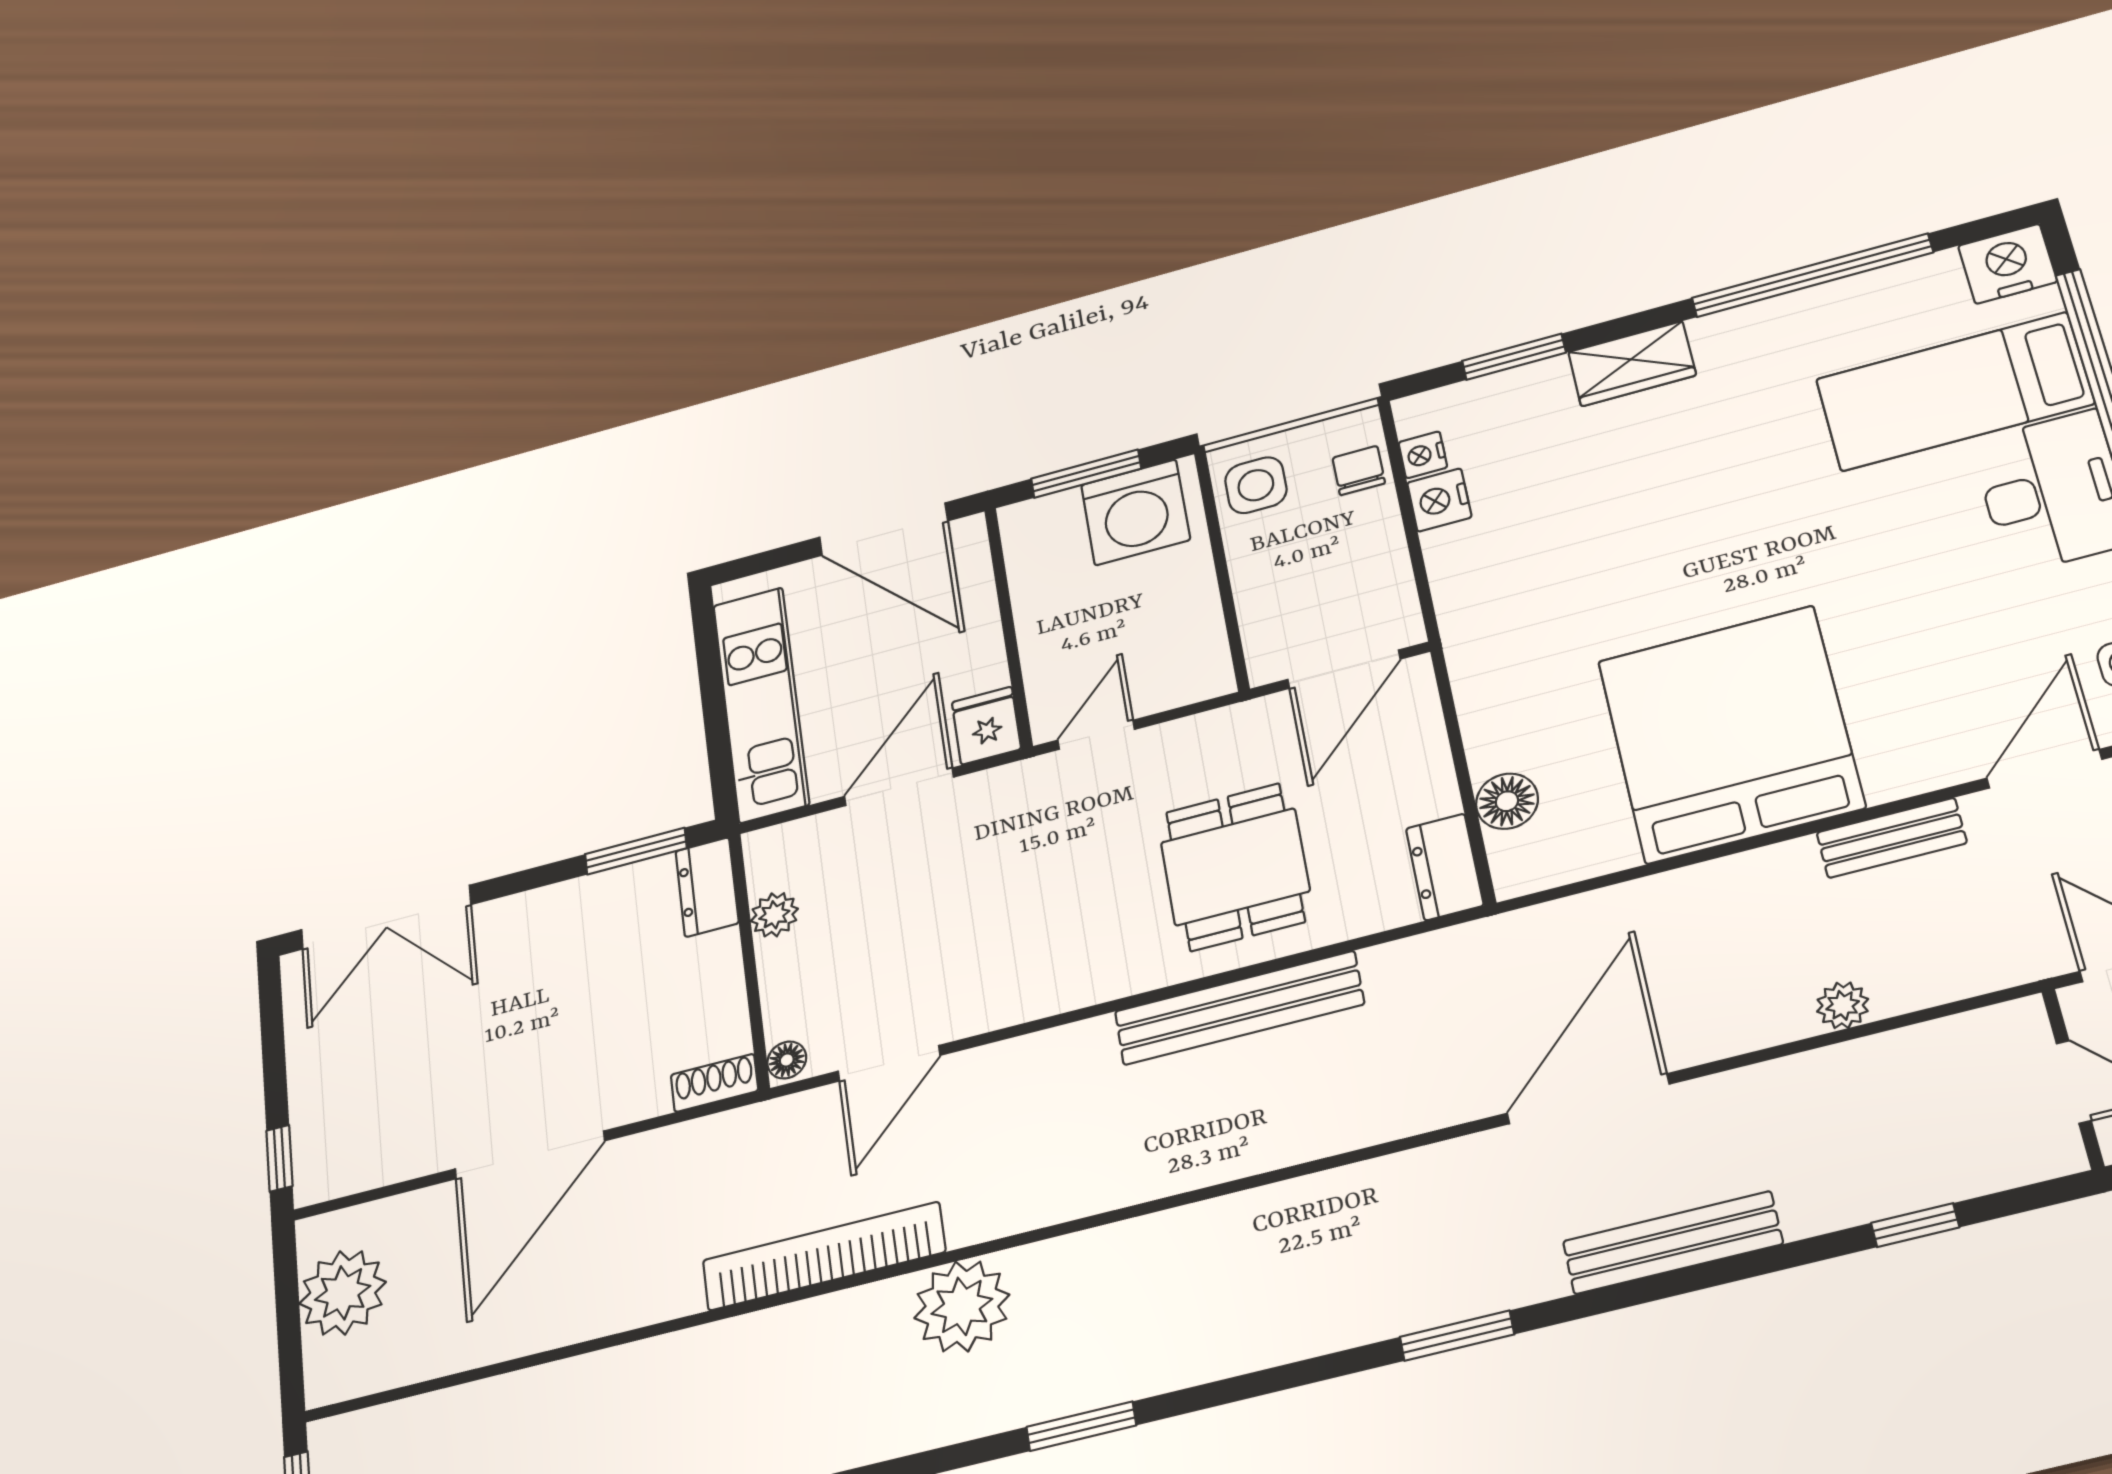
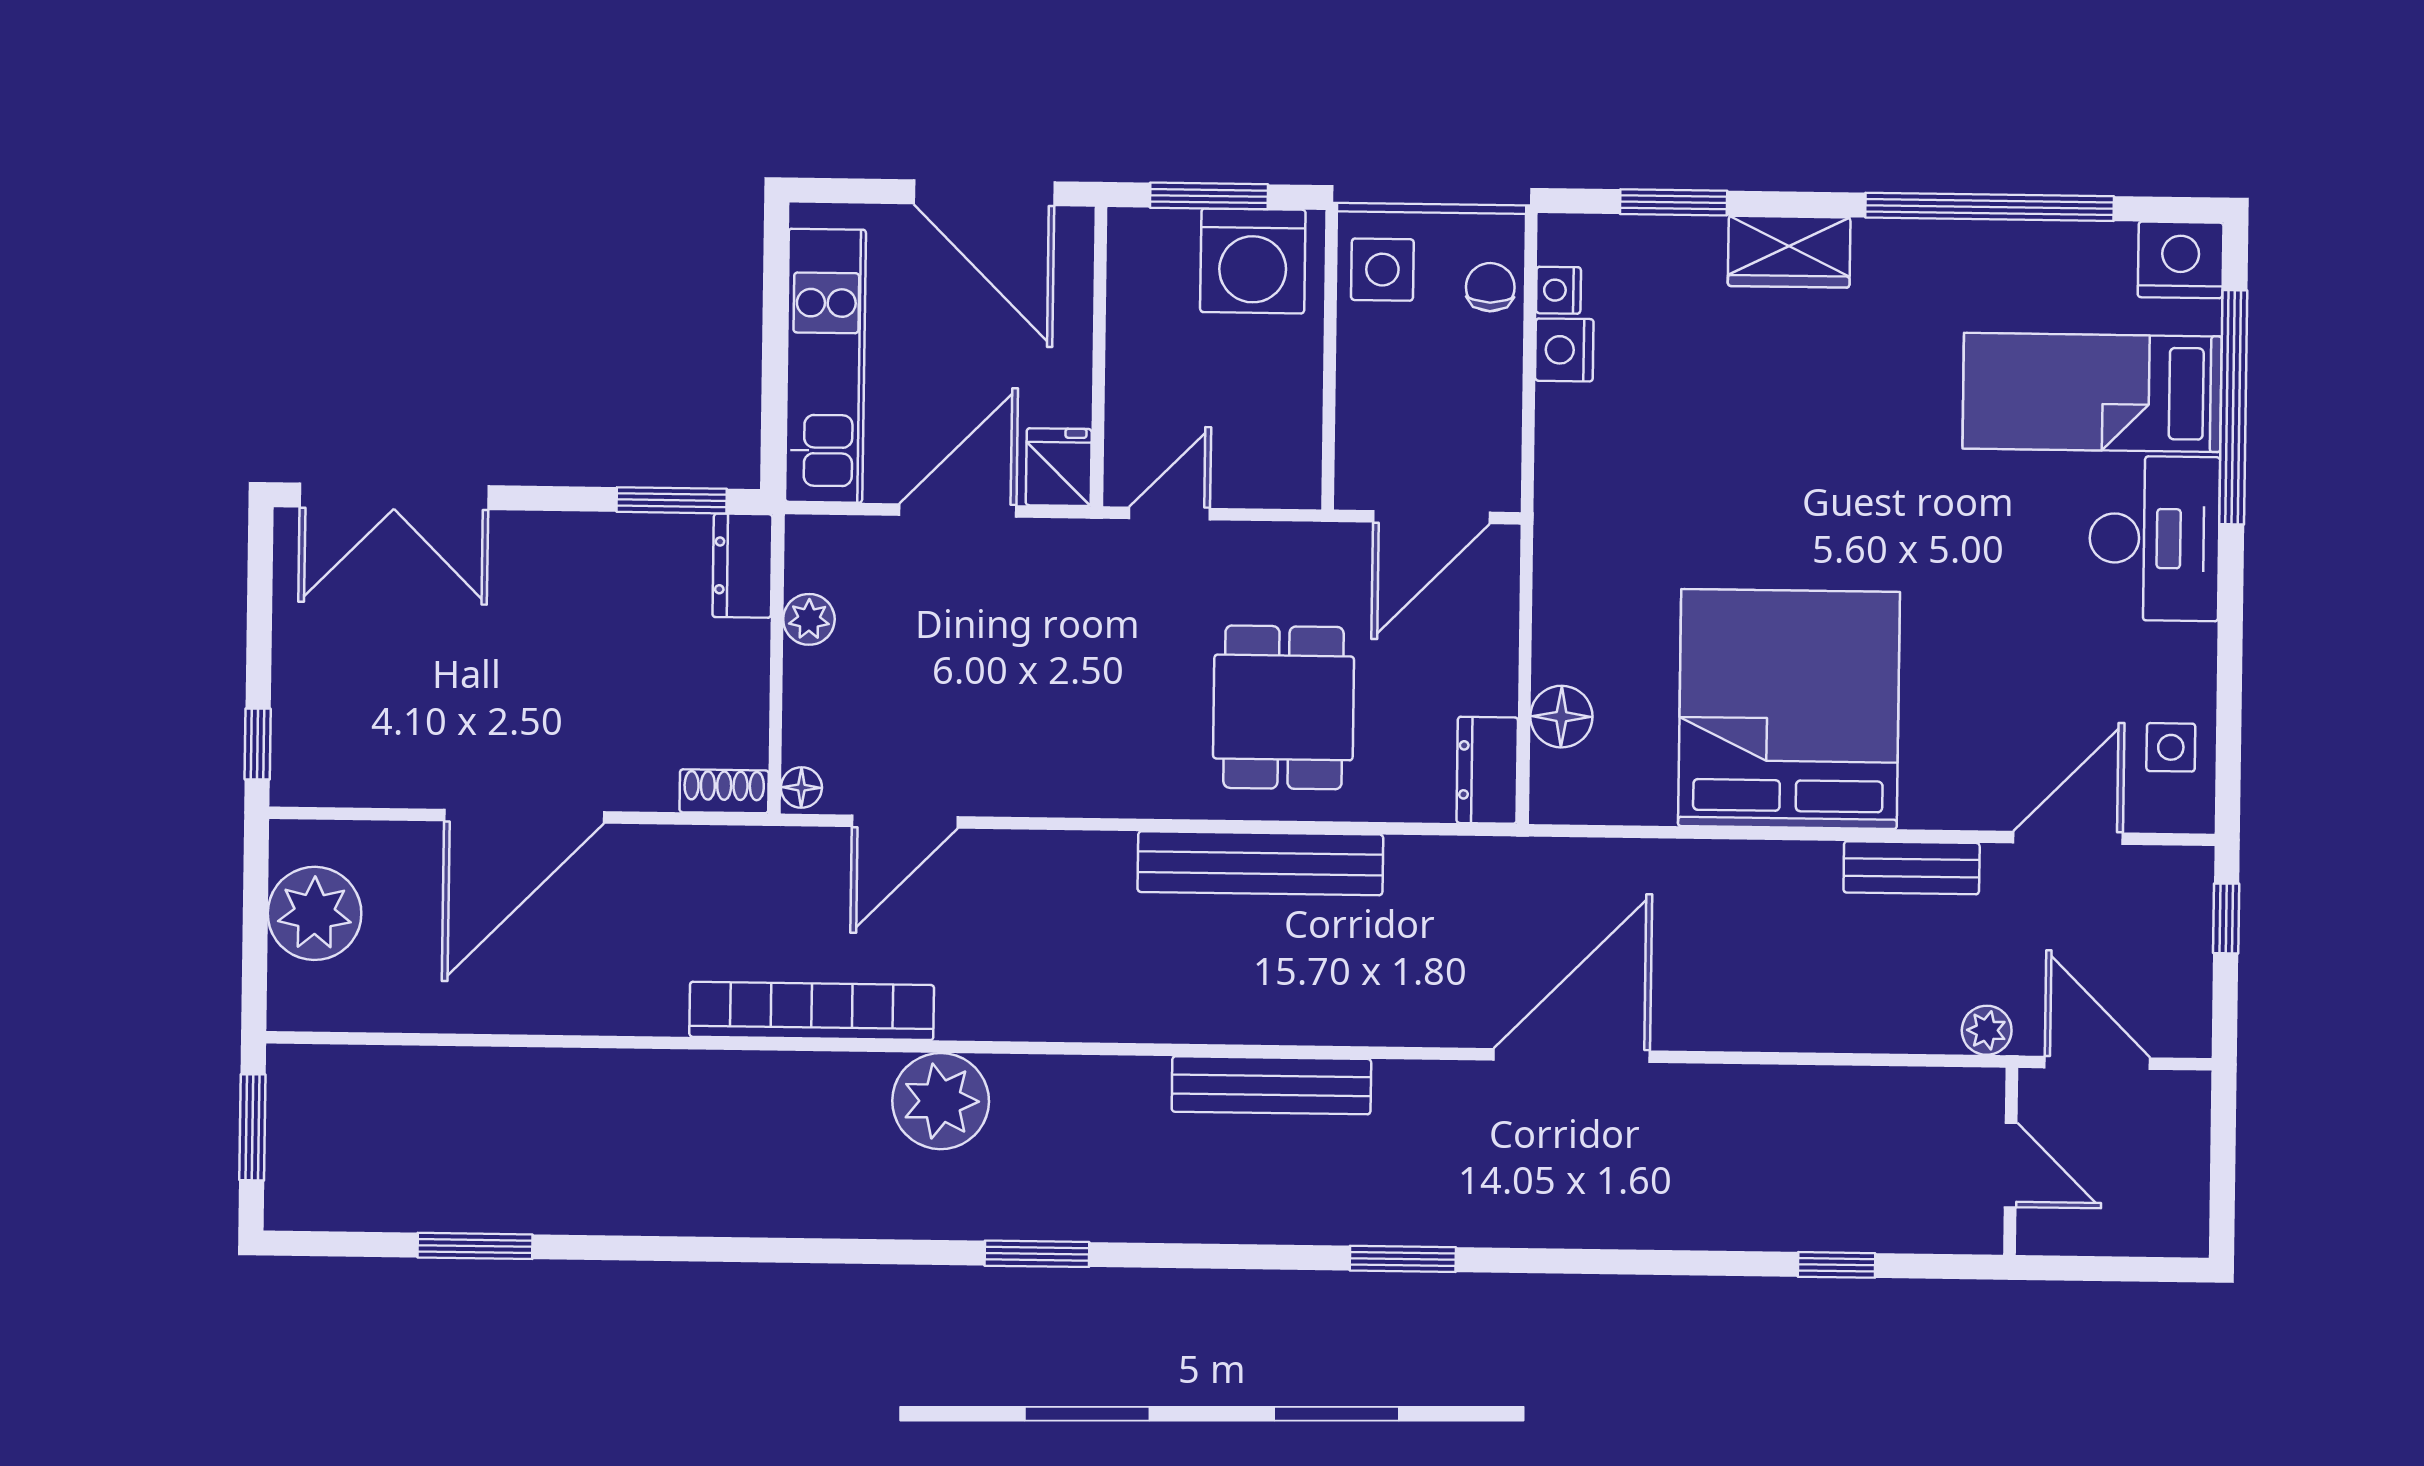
plant: (1843, 1005) -> (1987, 1030), moved
bench: (1673, 1243) -> (1271, 1085), moved

